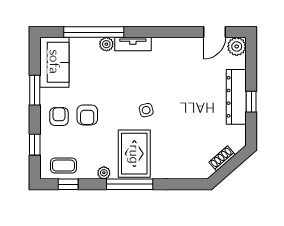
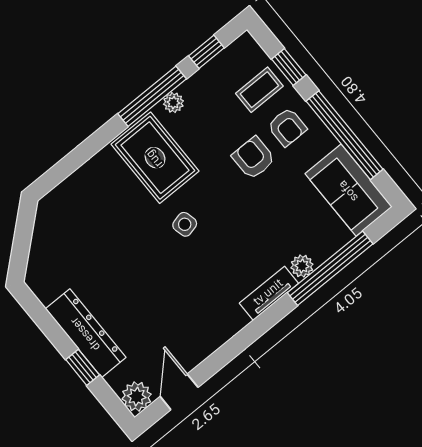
window: (35, 90) -> (345, 135), width x2.11
window: (251, 102) -> (83, 367), moved
shoe rack: (222, 158) -> (40, 241), removed
coffee table: (63, 166) -> (259, 90), moved
window: (130, 184) -> (152, 96), moved

